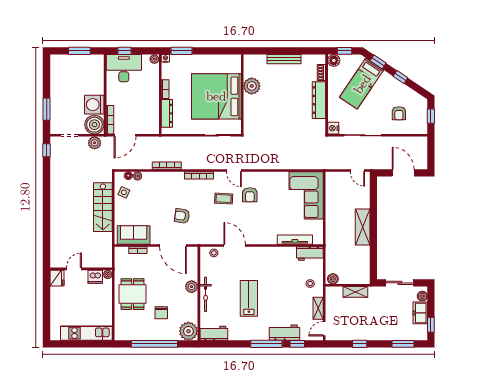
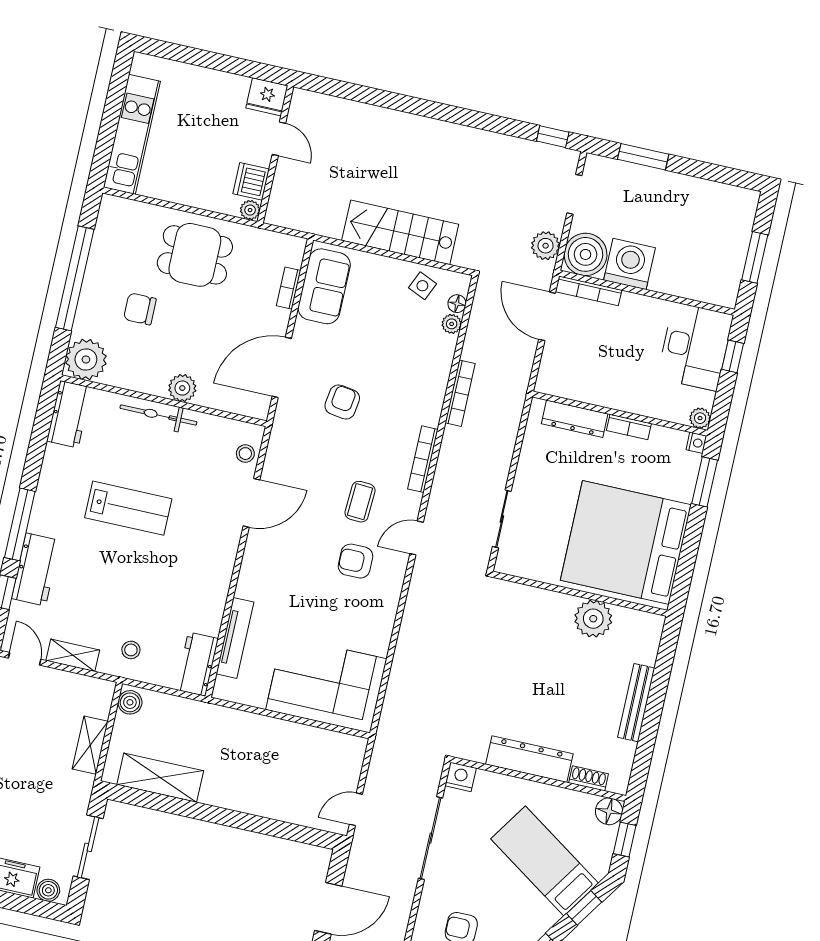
bed: (216, 96) -> (626, 543), moved, turned -90
shelving: (363, 227) -> (160, 778), moved

